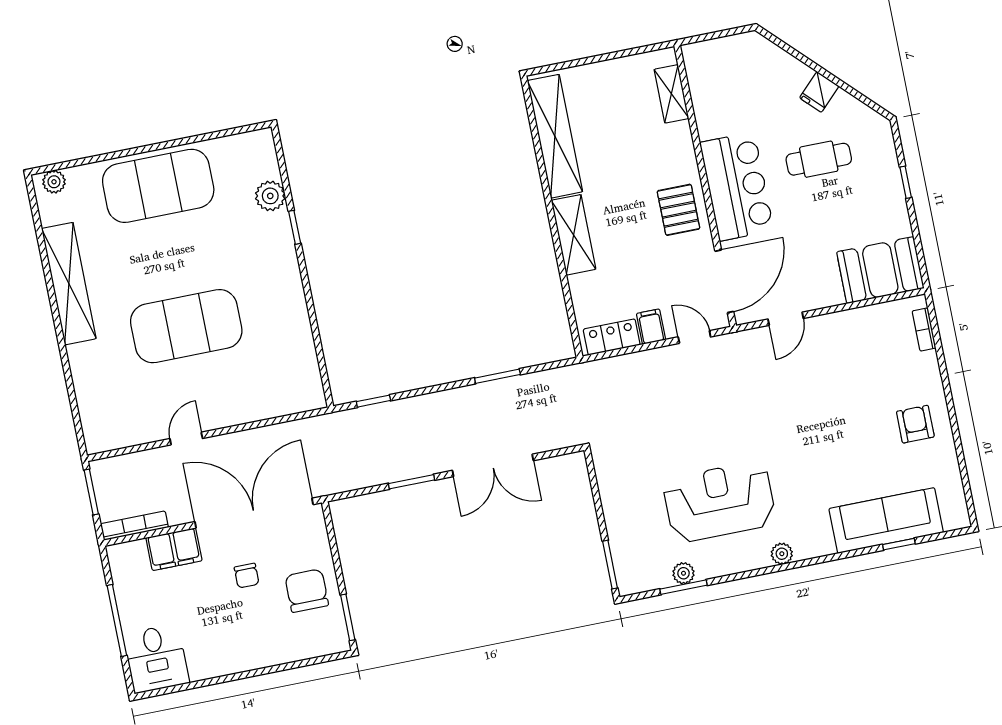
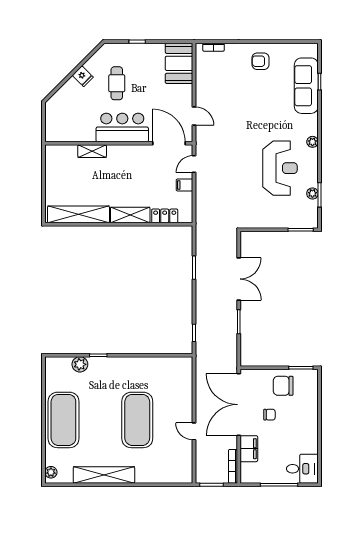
shelving: (671, 94) -> (92, 151), moved
pallet: (678, 210) -> (128, 159), removed
locker: (612, 337) -> (165, 216), moved, turned 90
reception desk: (719, 502) -> (280, 168), turned 180

